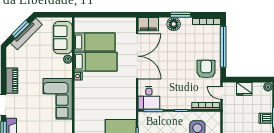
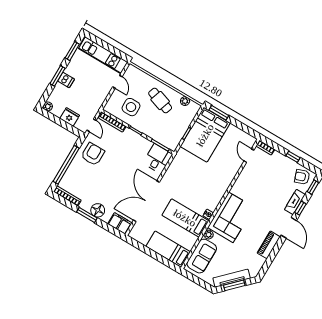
bed: (95, 42) -> (168, 249), moved
armchair: (206, 69) -> (93, 154), turned 180
corner sofa: (58, 99) -> (231, 217), moved

